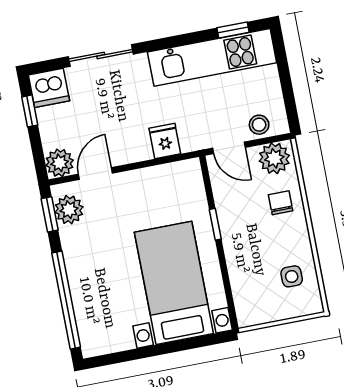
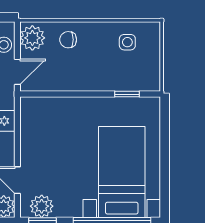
window: (215, 224) -> (127, 94), moved
bed with nightstands: (174, 283) -> (122, 172), moved, turned 90

